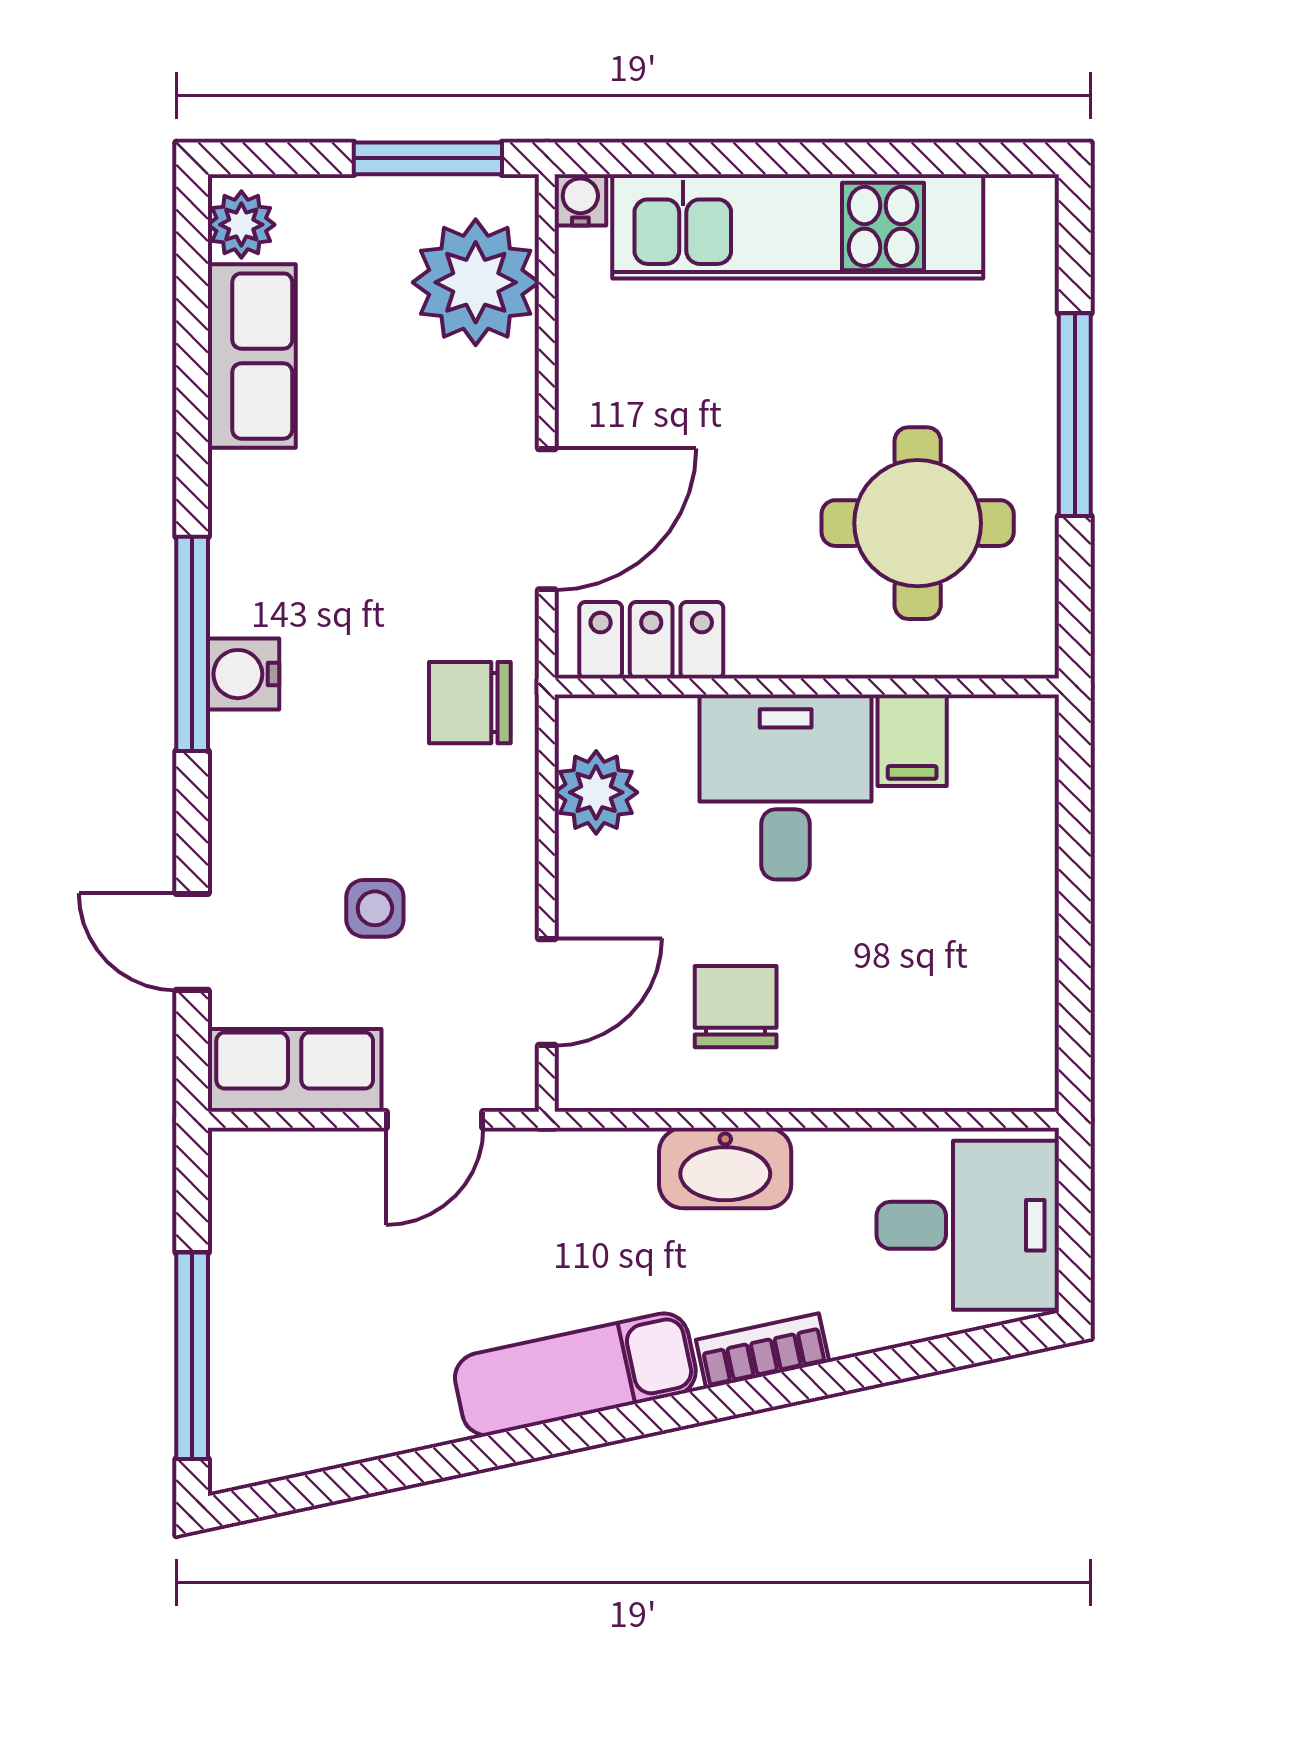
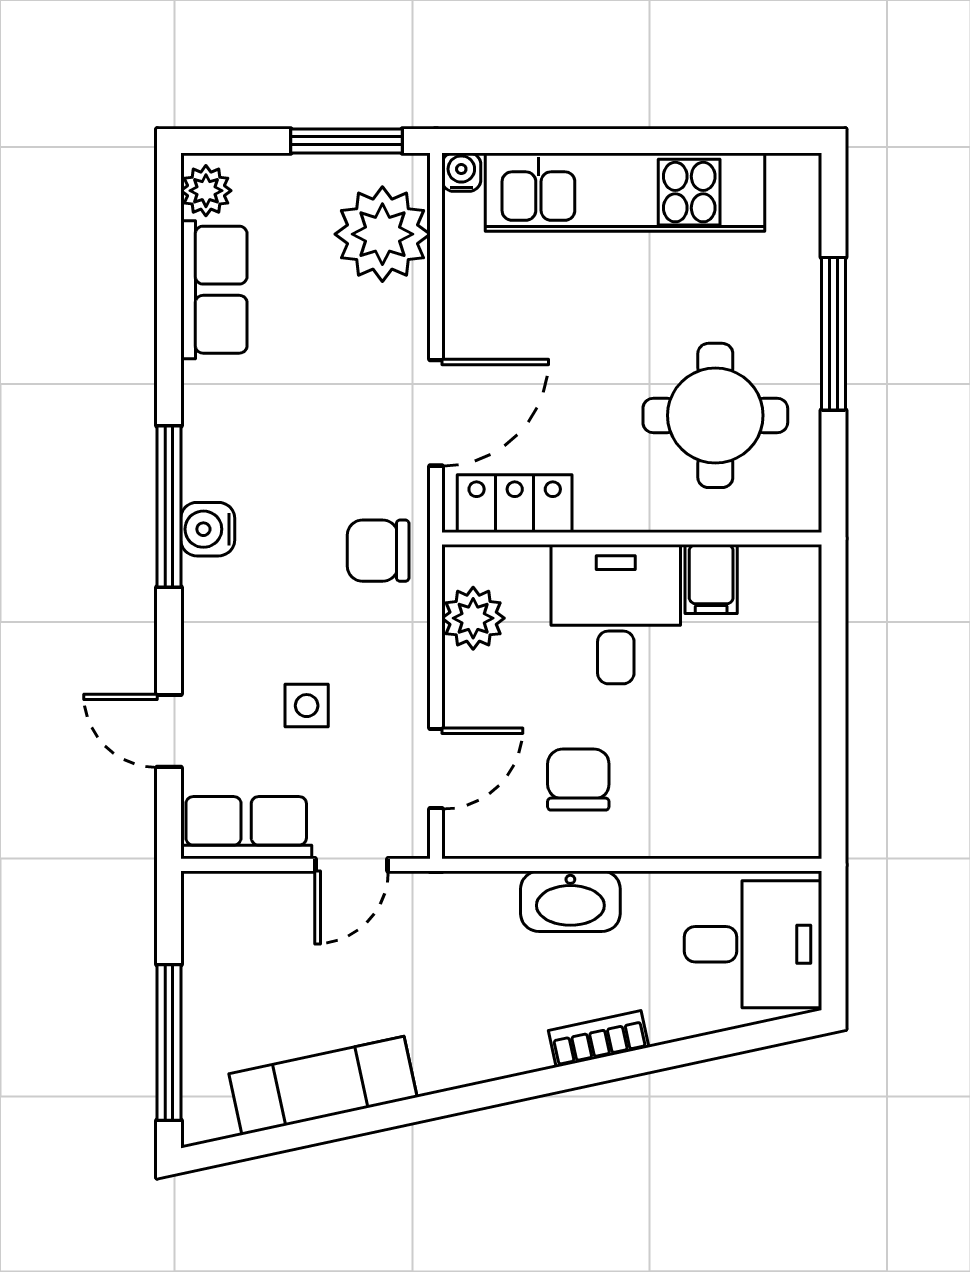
exam couch: (575, 1374) -> (323, 1086), moved

